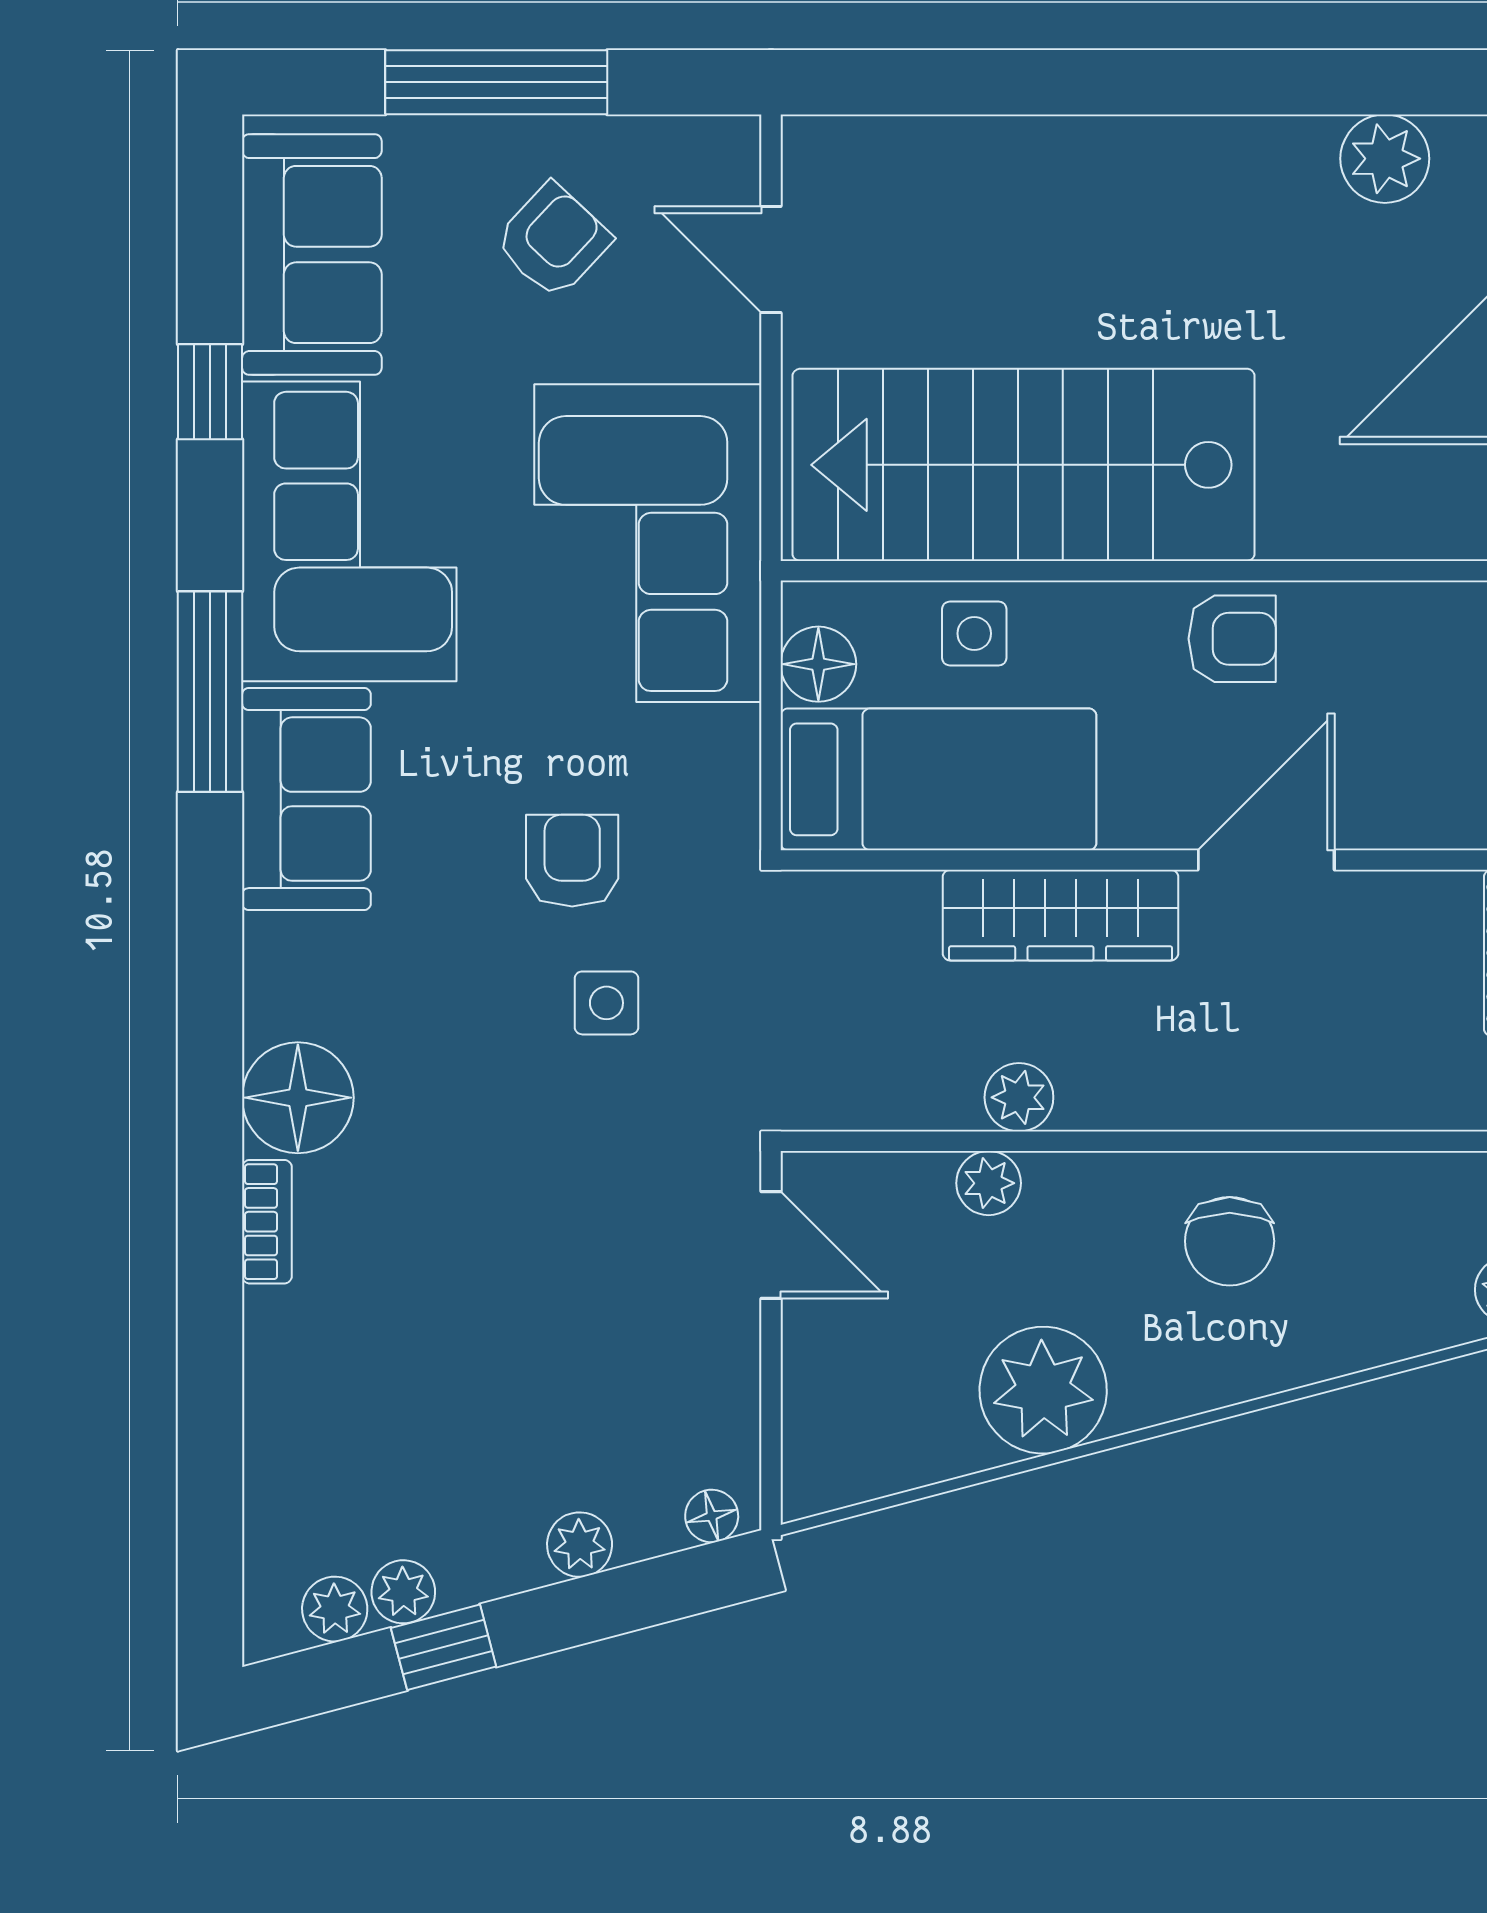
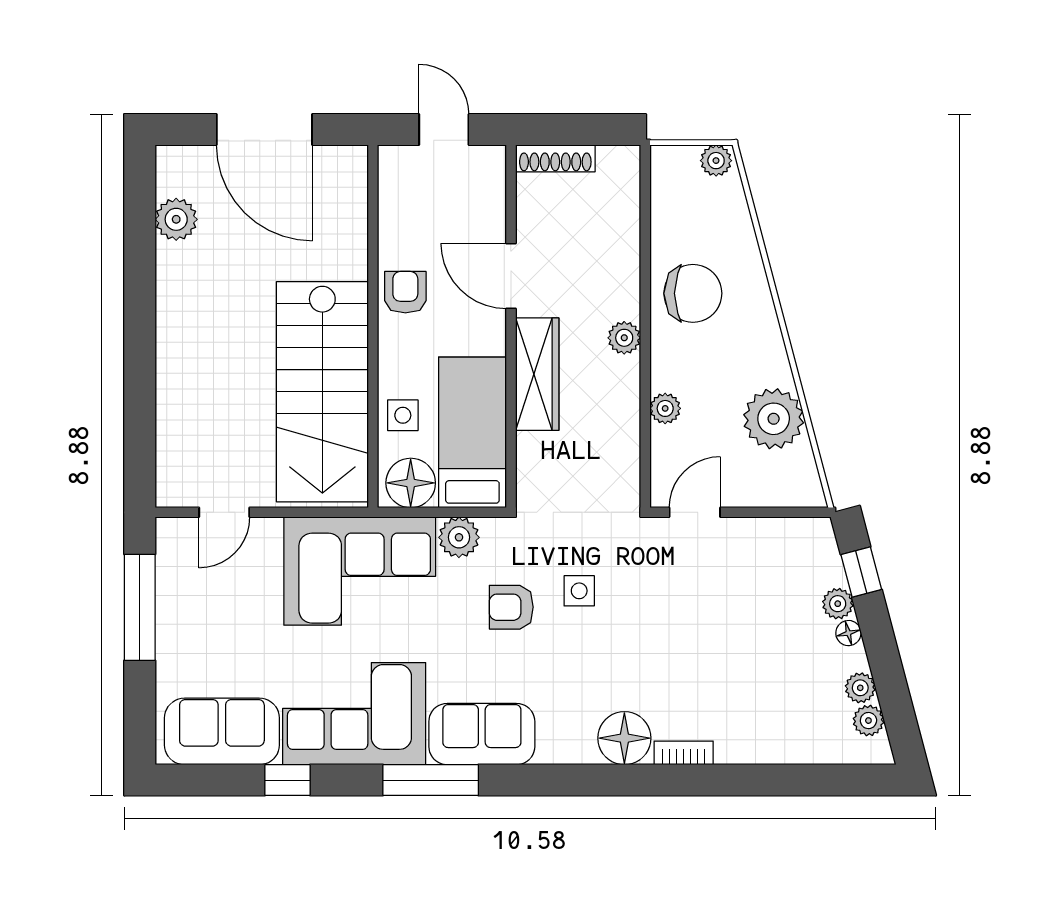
window: (496, 82) -> (140, 607), moved
armchair: (553, 241) -> (215, 616), removed
floor lamp: (818, 664) -> (411, 483), width x1.38, depth x1.38
plant: (719, 751) -> (459, 537), added
plant: (1019, 1097) -> (624, 338), moved
chair: (1230, 1241) -> (693, 293), width x1.37, depth x1.37
plant: (1043, 1390) -> (774, 419), moved
floor lamp: (712, 1516) -> (848, 633), moved
window: (444, 1647) -> (861, 572), moved

